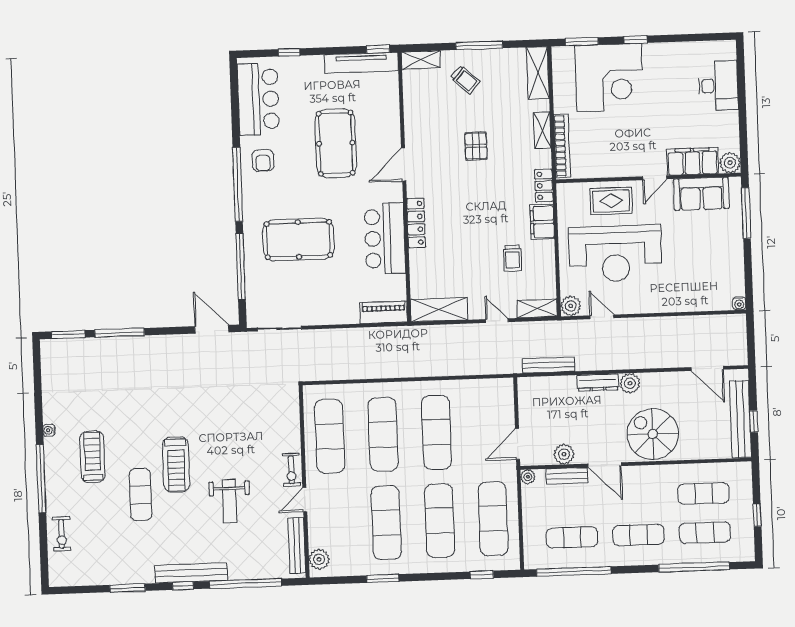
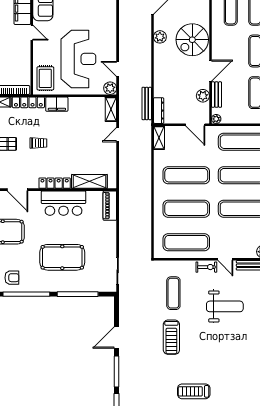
locker: (544, 186) -> (28, 102), width x1.53
rug: (611, 201) -> (45, 78), moved
pool table: (298, 240) -> (62, 257), turned 90
trolley: (512, 258) -> (38, 143), moved
shelving: (439, 310) -> (89, 181), moved, turned 90
door: (602, 317) -> (118, 69), hinge flipped
door: (212, 329) -> (116, 337), moved
dresser: (598, 382) -> (159, 111), moved
plant: (630, 383) -> (160, 37), moved
shelving: (495, 387) -> (159, 138), added
treadmill: (176, 464) -> (171, 337), moved, turned 90
exercise mat: (140, 495) -> (173, 293), moved, turned 90
weight bench: (230, 501) -> (225, 306), width x1.36, depth x1.33

